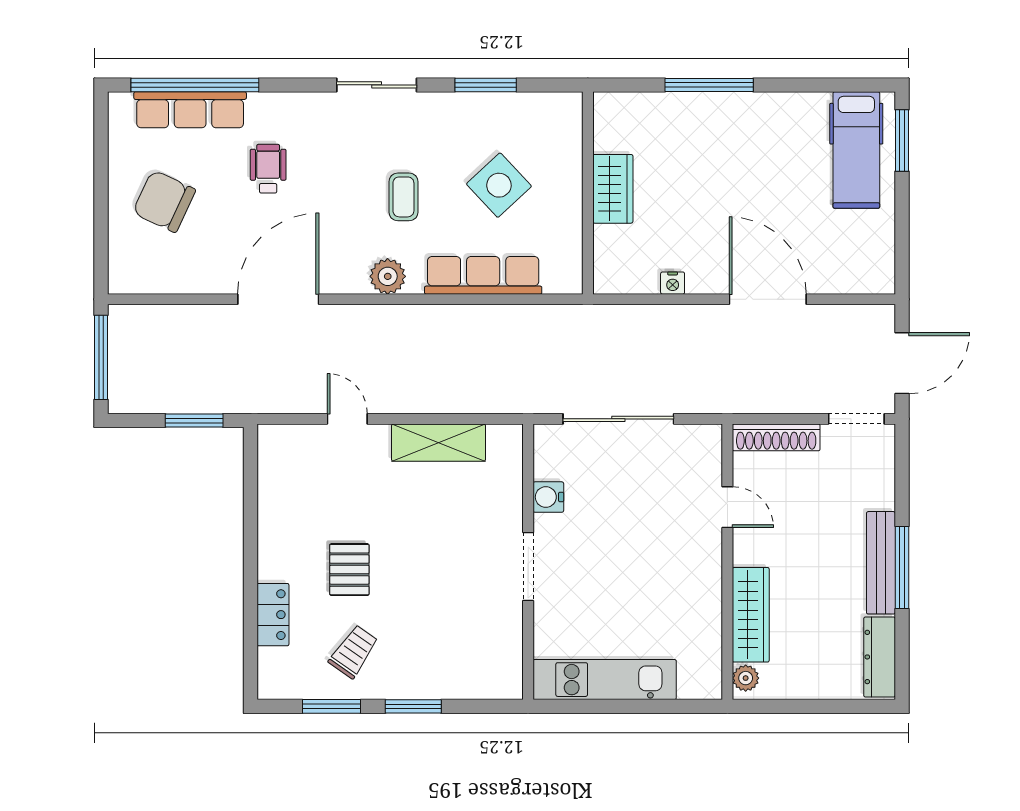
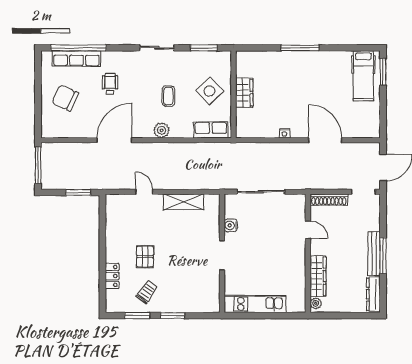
wardrobe: (613, 189) -> (244, 93), moved
wall: (588, 193) -> (233, 94), moved
row of seats: (483, 275) -> (211, 130), width x0.68

